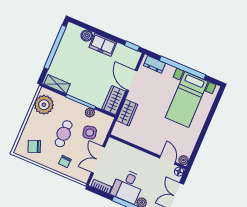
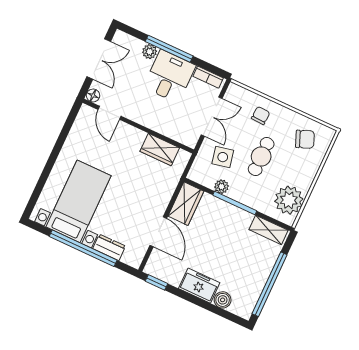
dresser: (155, 64) -> (109, 247), moved
wardrobe: (127, 113) -> (160, 150), moved, turned -90
plant: (183, 160) -> (86, 112), removed

